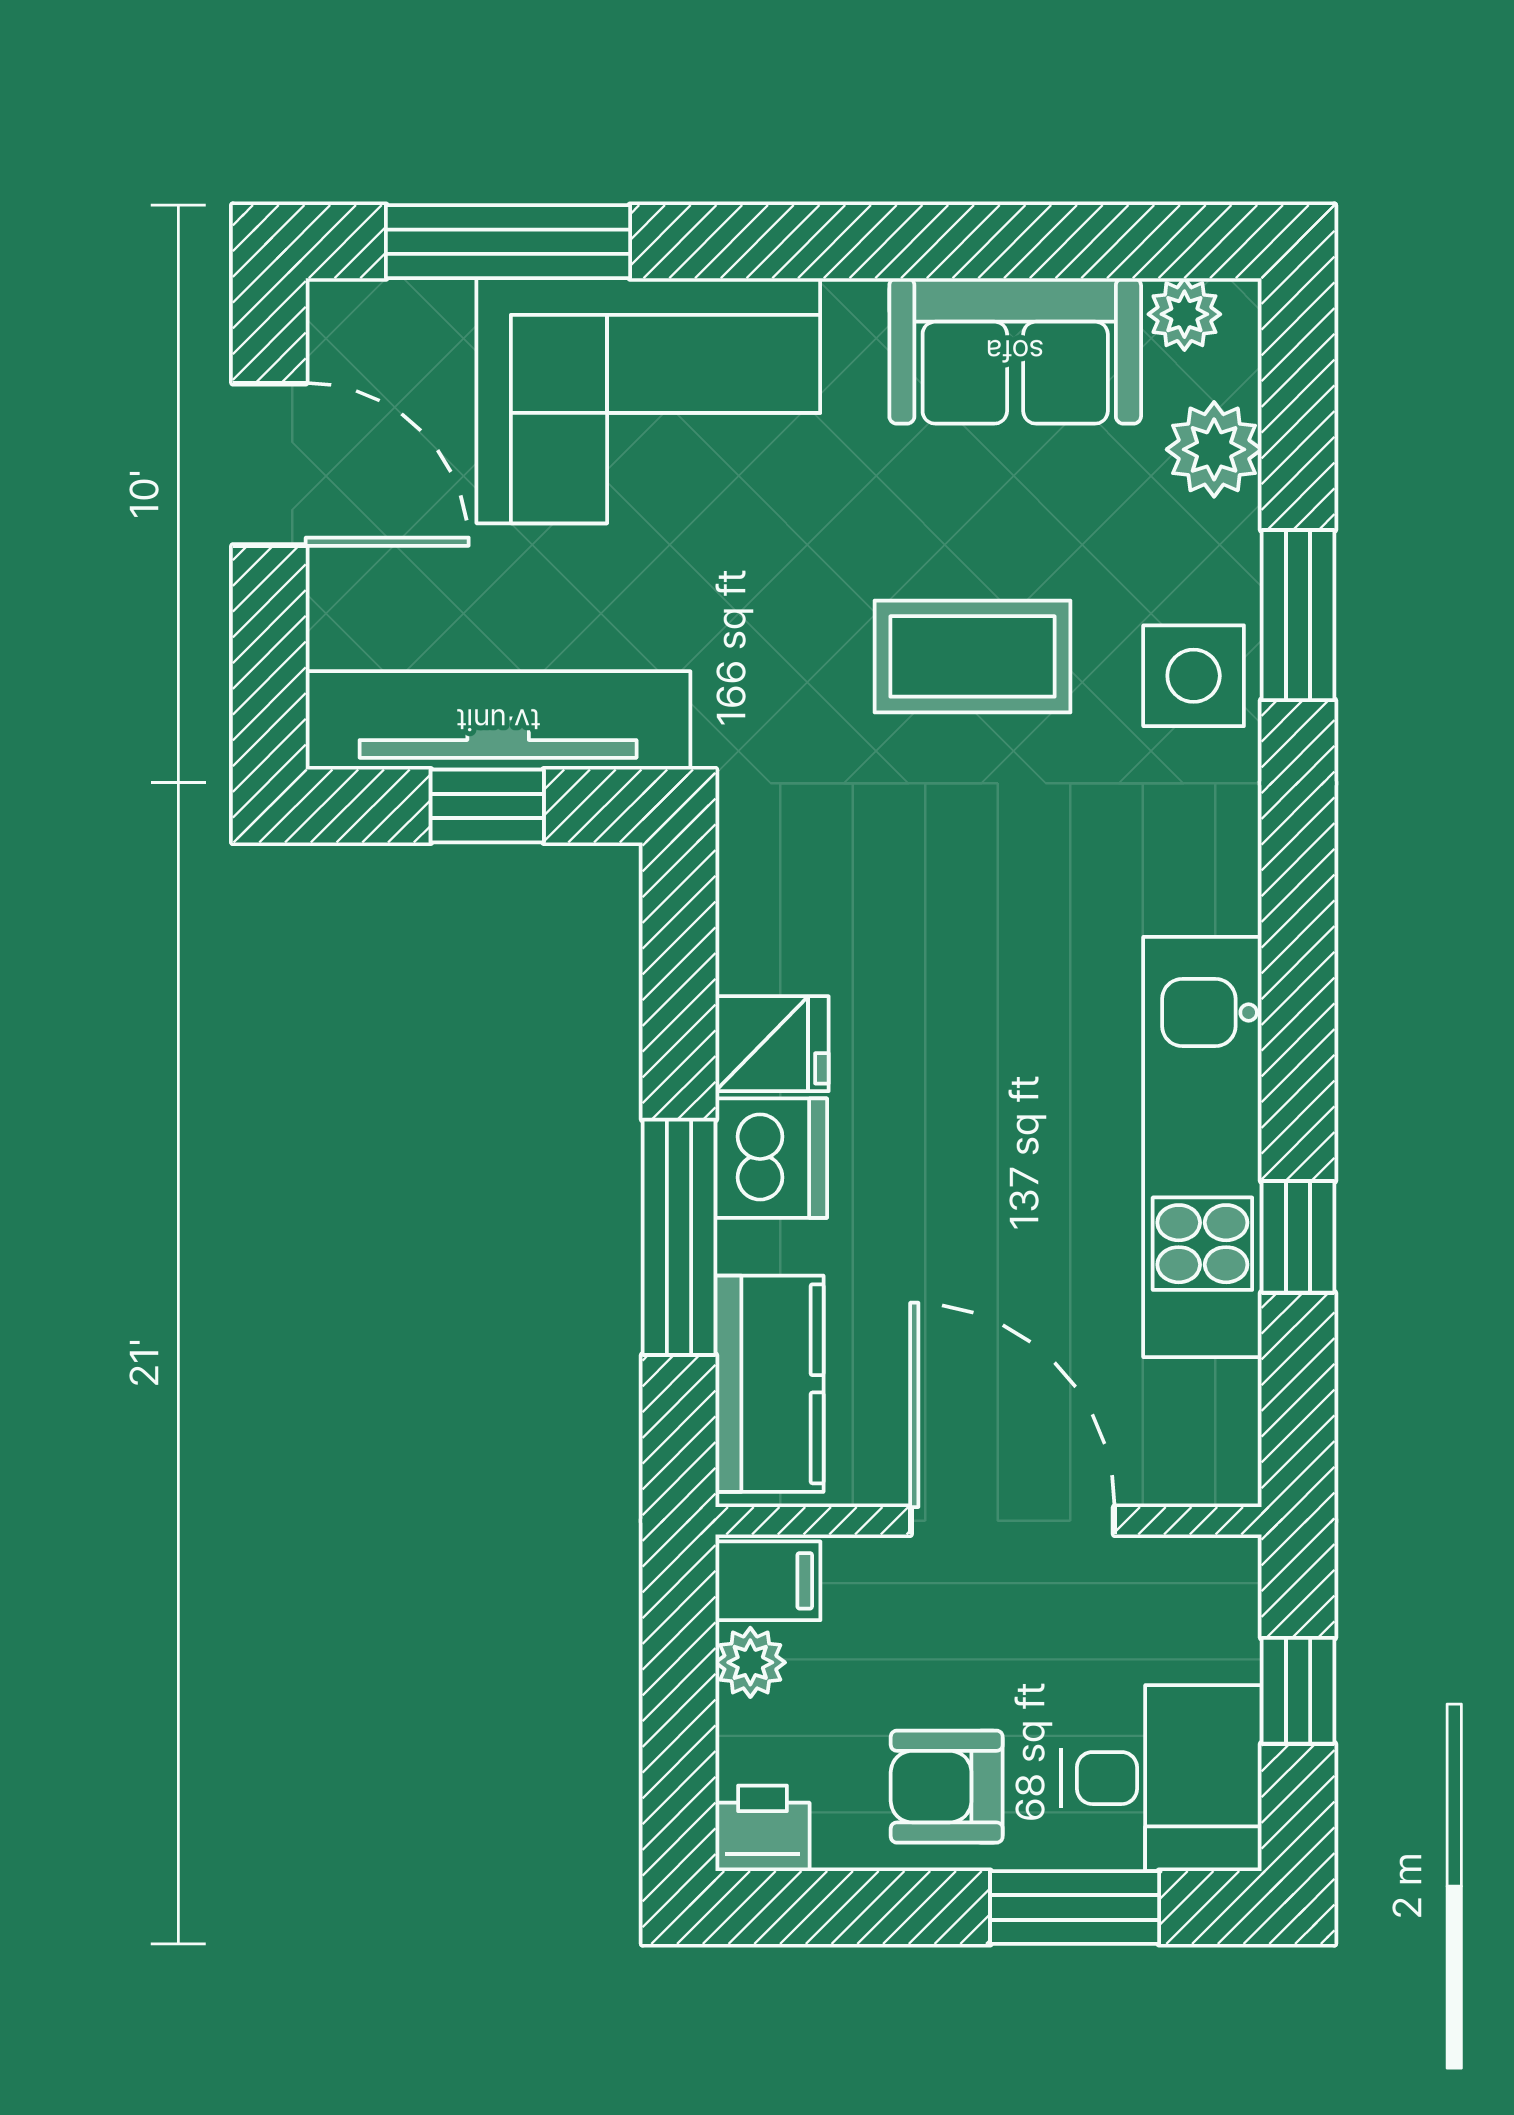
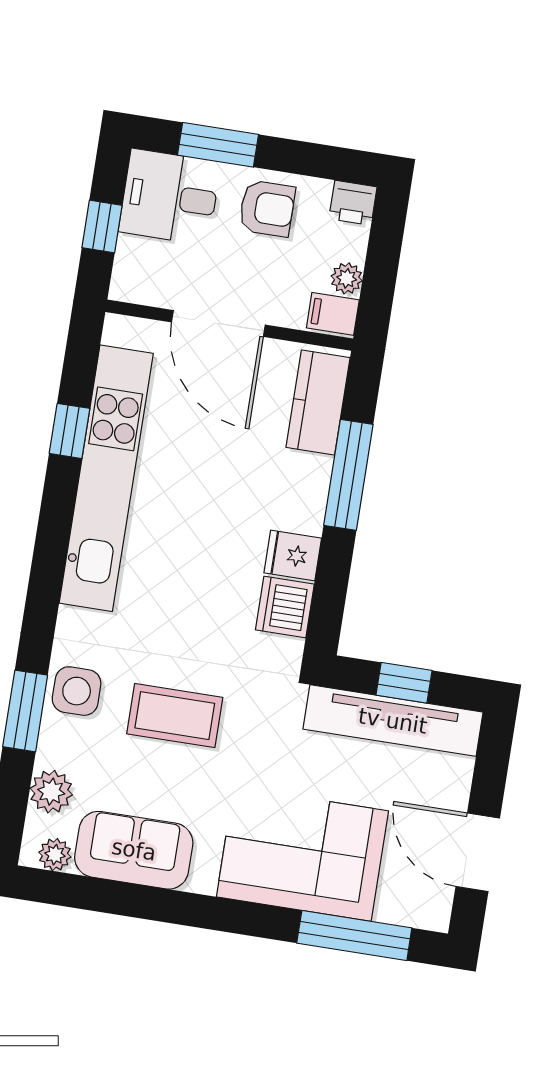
kitchen unit: (1202, 1147) -> (106, 478), width x1.36
dishwasher: (771, 1158) -> (285, 607), moved

